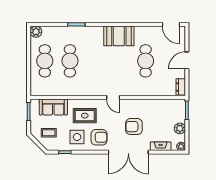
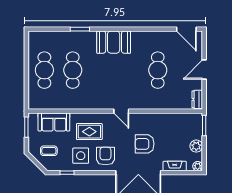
plant: (36, 32) -> (34, 37), removed
booth: (119, 36) -> (114, 42), moved
armchair: (99, 137) -> (105, 156), turned -90

